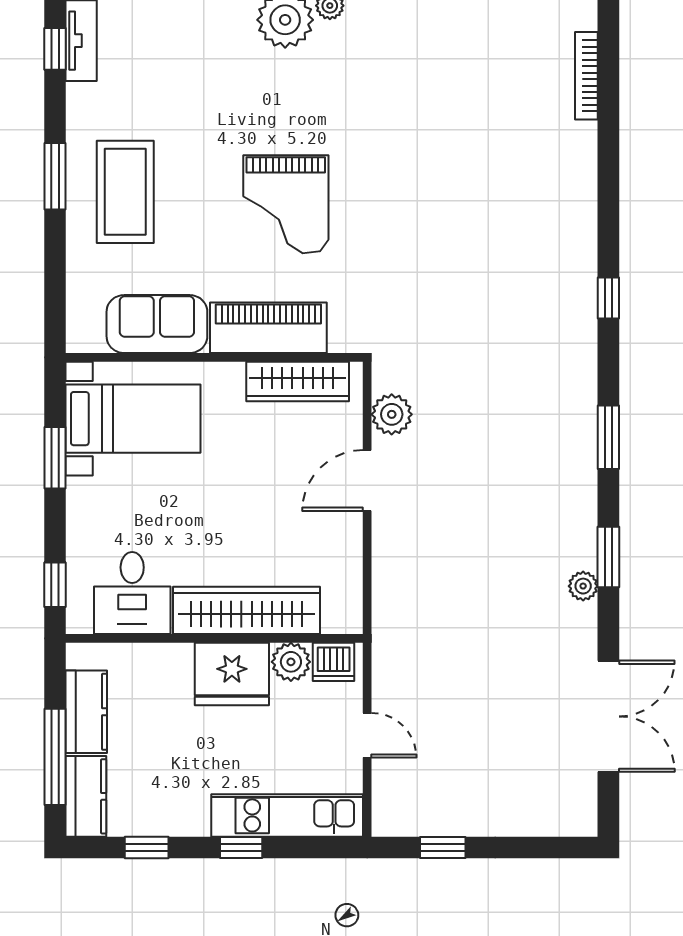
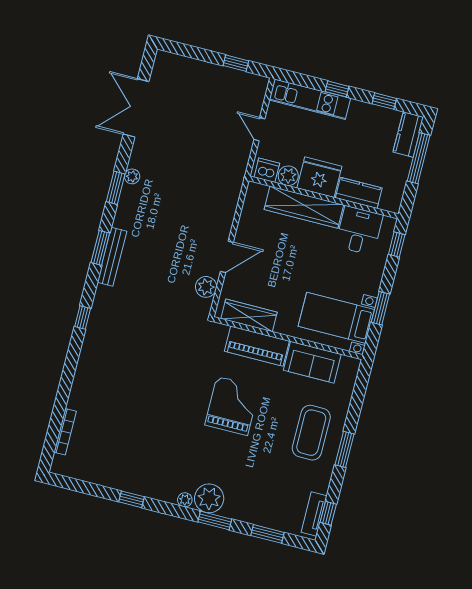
bench: (582, 426) -> (112, 257), added
kitchen counter: (86, 712) -> (359, 193), moved, turned 90

